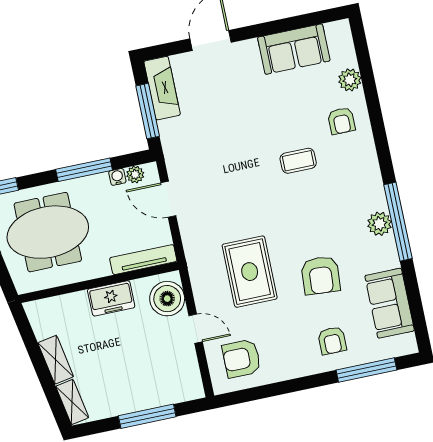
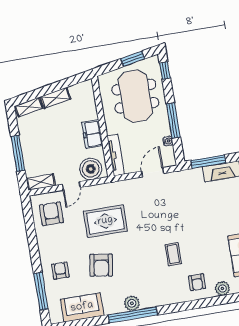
armchair: (341, 121) -> (197, 282), turned -90
plant: (135, 174) -> (169, 152), removed
armchair: (321, 275) -> (101, 265), turned -85
armchair: (332, 341) -> (60, 271), turned 90
shelving: (191, 378) -> (41, 182), added

